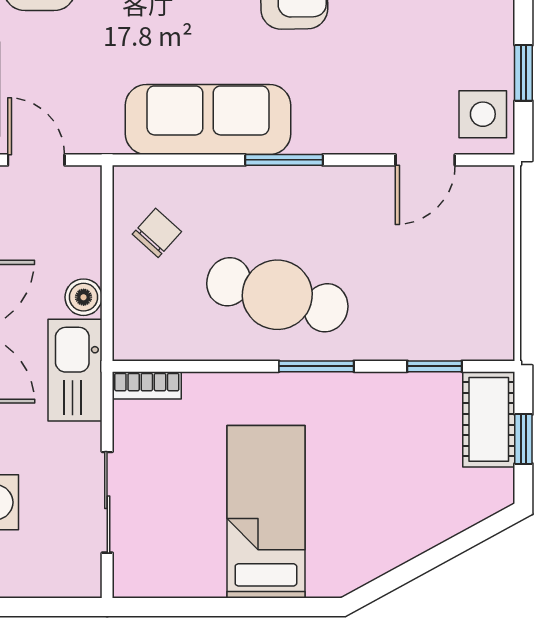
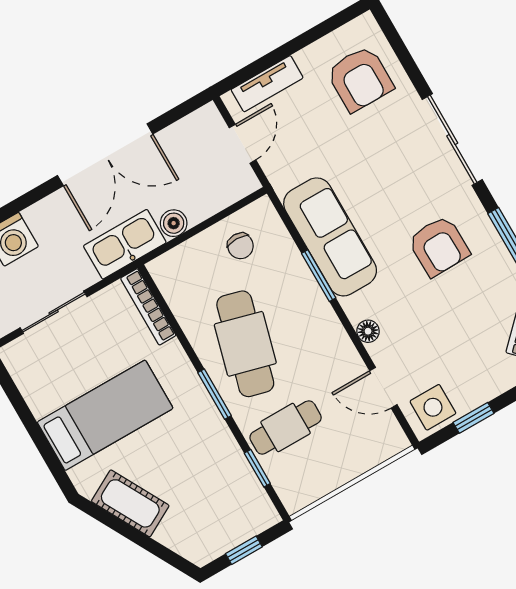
floor lamp: (347, 139) -> (368, 331), added
window: (284, 160) -> (319, 276), moved
chair: (157, 233) -> (240, 246), turned 48
cafe table: (405, 304) -> (286, 427), added
bookcase: (147, 385) -> (148, 307), width x1.56
cot: (489, 419) -> (130, 503), moved, turned 61

